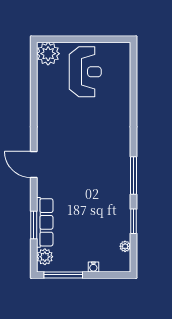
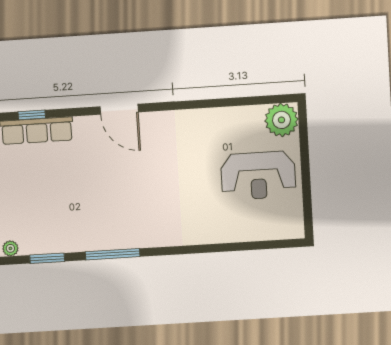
door: (34, 165) -> (119, 109), swing flipped
window: (34, 225) -> (32, 115), width x0.67

